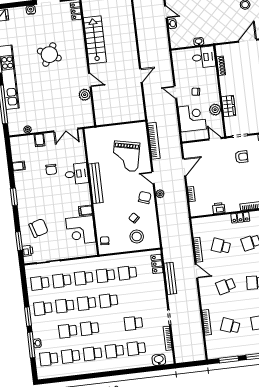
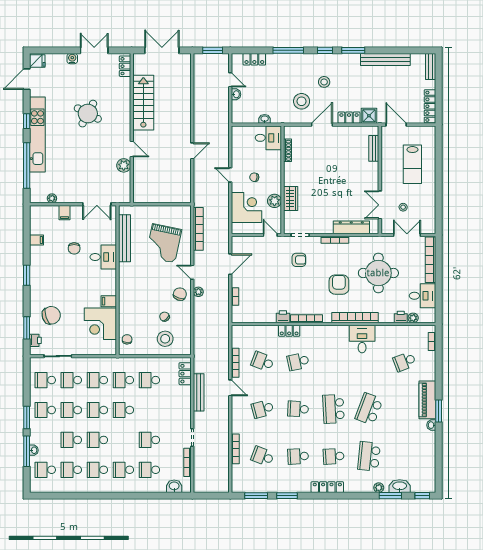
stool: (228, 23) -> (302, 101), added
bench: (96, 183) -> (125, 238), moved
printer: (219, 208) -> (283, 317), moved

